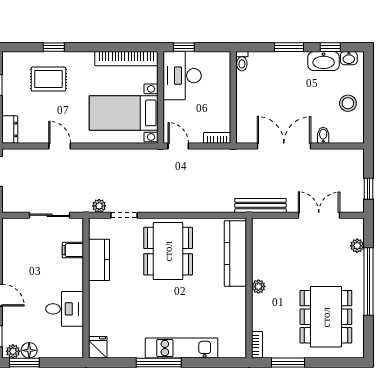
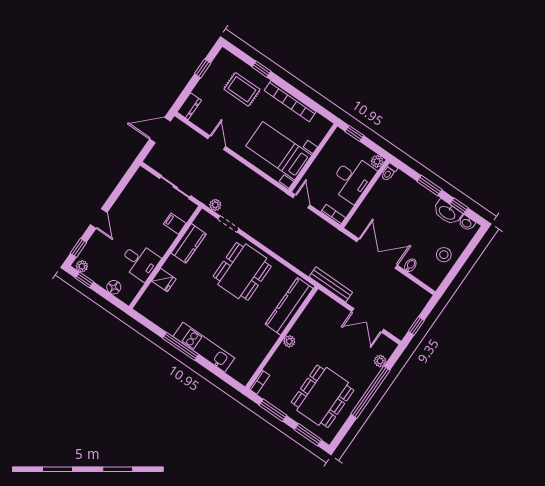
bookcase: (126, 59) -> (290, 101), moved
plant: (224, 59) -> (377, 161), added
desk: (182, 76) -> (352, 179), moved, turned 180
double door: (319, 215) -> (368, 320), swing flipped
fridge: (98, 347) -> (164, 280), moved, turned 90
floor lamp: (29, 350) -> (114, 287), moved
window: (24, 363) -> (84, 280), width x0.67
window: (337, 363) -> (308, 435), added

